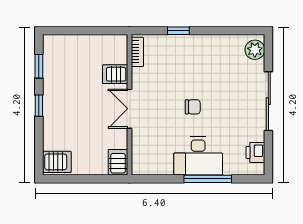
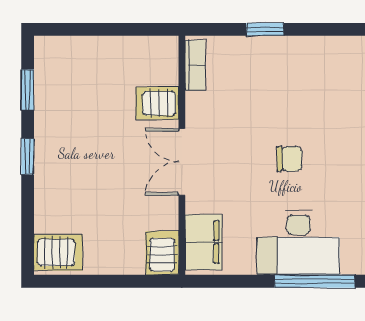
filing cabinet: (142, 156) -> (203, 242), added

